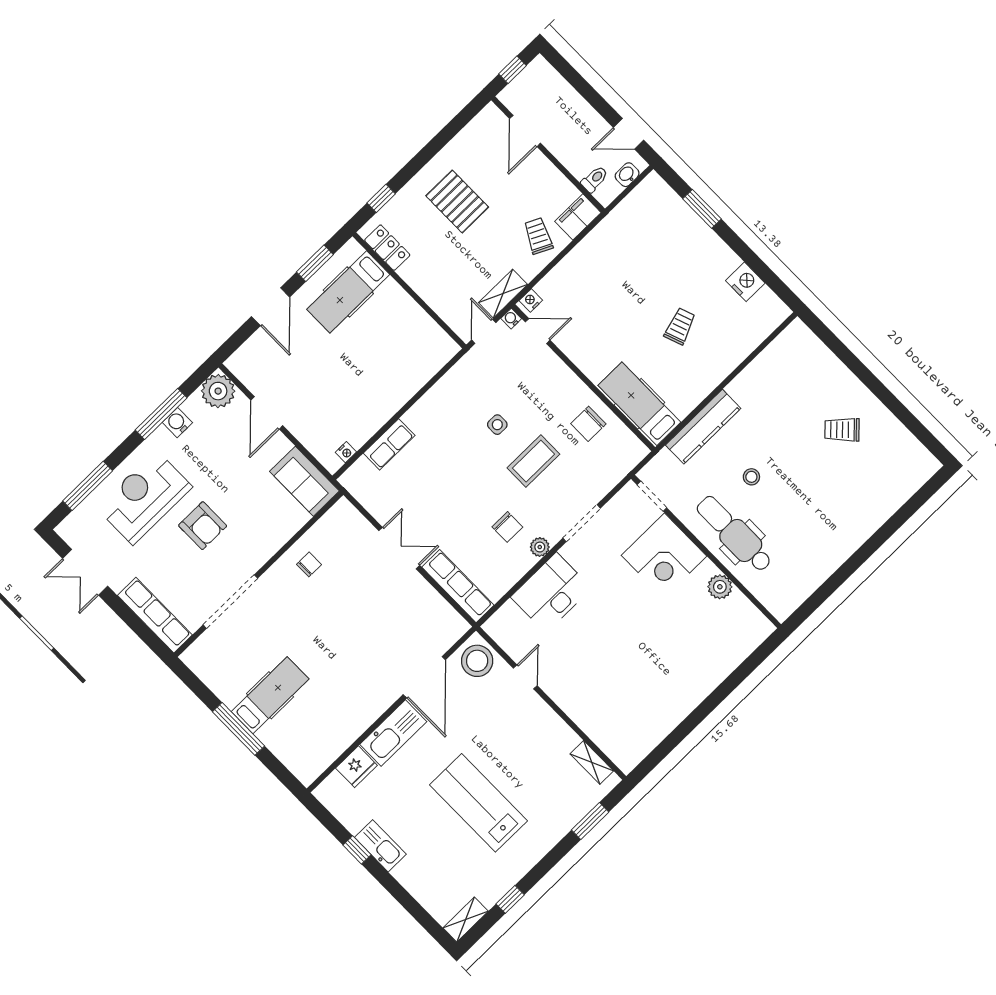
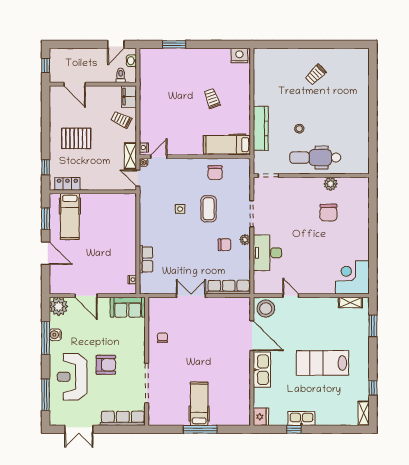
nightstand: (745, 282) -> (239, 55), moved
corner desk: (664, 556) -> (352, 277), moved, turned 180
chair: (680, 620) -> (328, 212), added
fridge: (356, 767) -> (261, 417), moved

